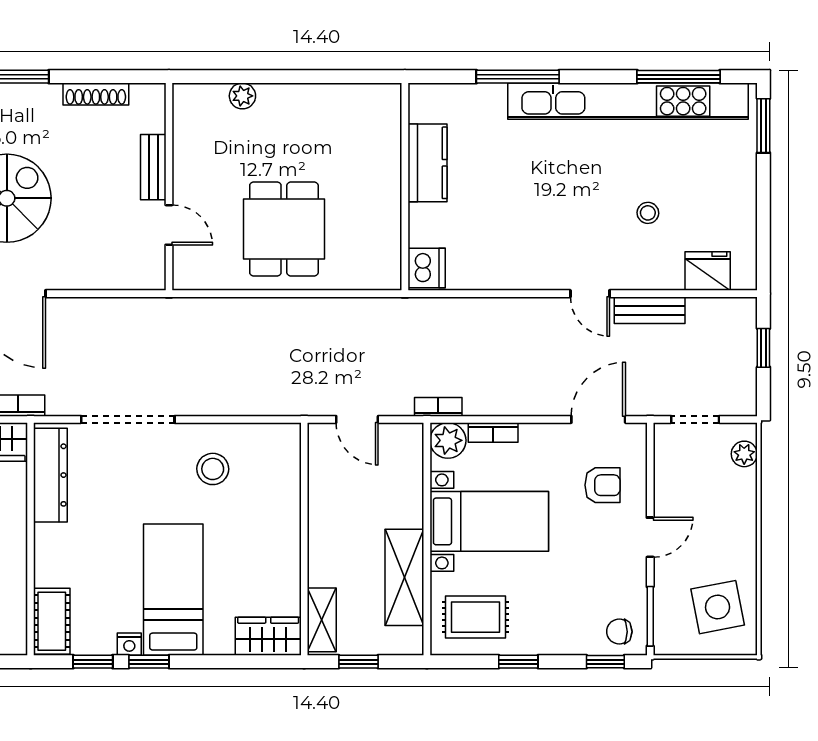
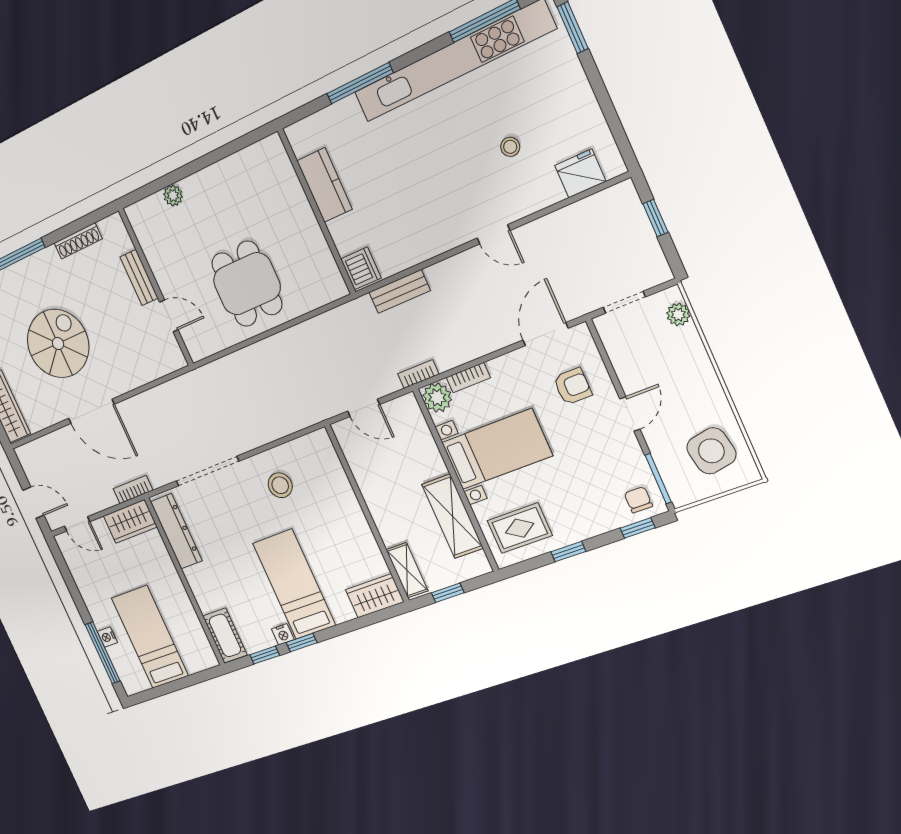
bench: (650, 310) -> (400, 291), moved
chair: (619, 632) -> (638, 500), turned 90

